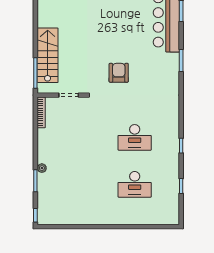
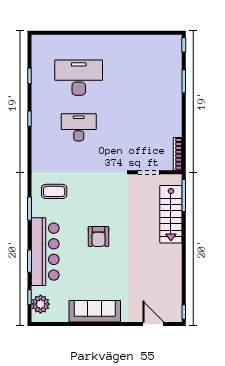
armchair: (119, 73) -> (99, 237), moved
coffee table: (158, 77) -> (54, 191), added
plant: (42, 168) -> (177, 95), removed
desk: (135, 184) -> (79, 78), width x1.36, depth x1.30

